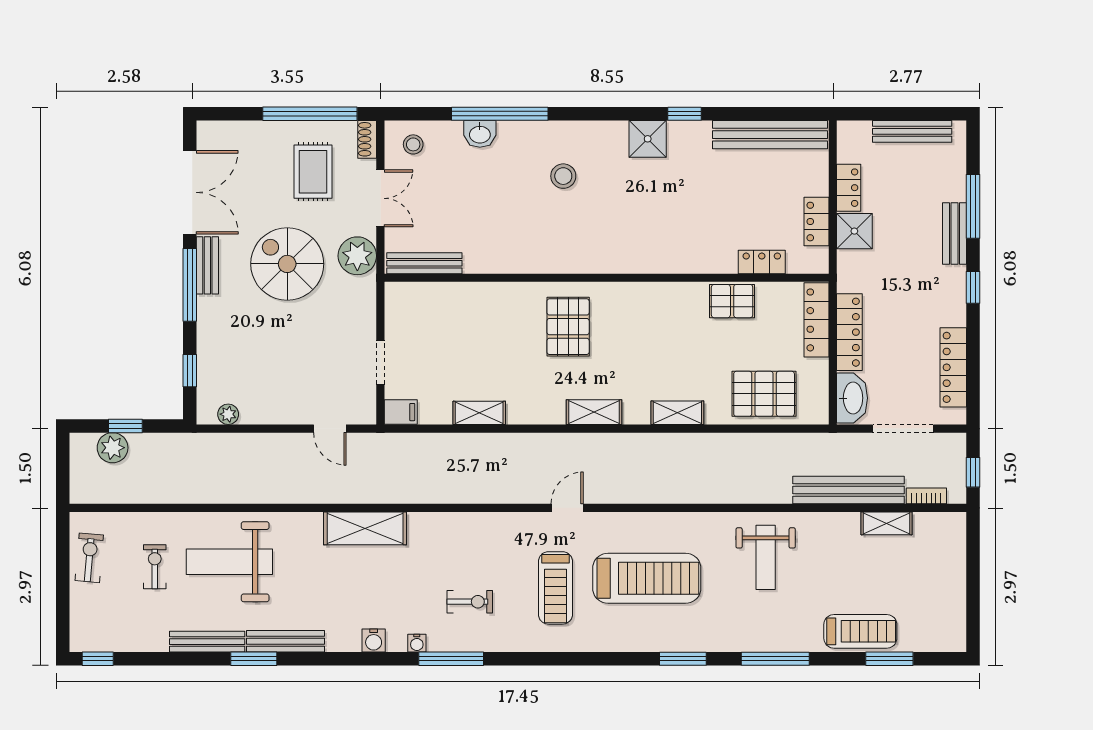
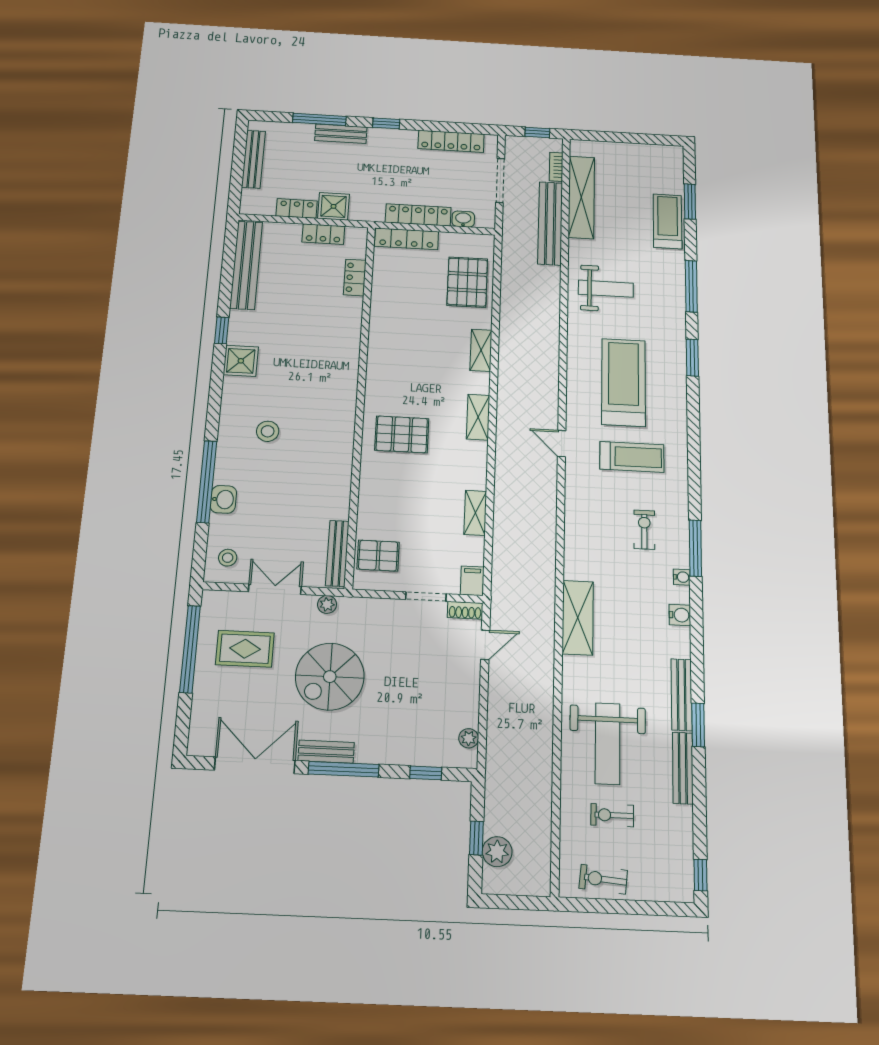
shoe rack: (367, 139) -> (465, 610), moved
plant: (357, 256) -> (327, 604), width x0.53, depth x0.53
pallet: (732, 301) -> (378, 556), moved, turned 90
washbasin: (852, 398) -> (463, 219), width x0.52, depth x0.69
shelving: (886, 523) -> (581, 197), width x2.20, depth x1.33

